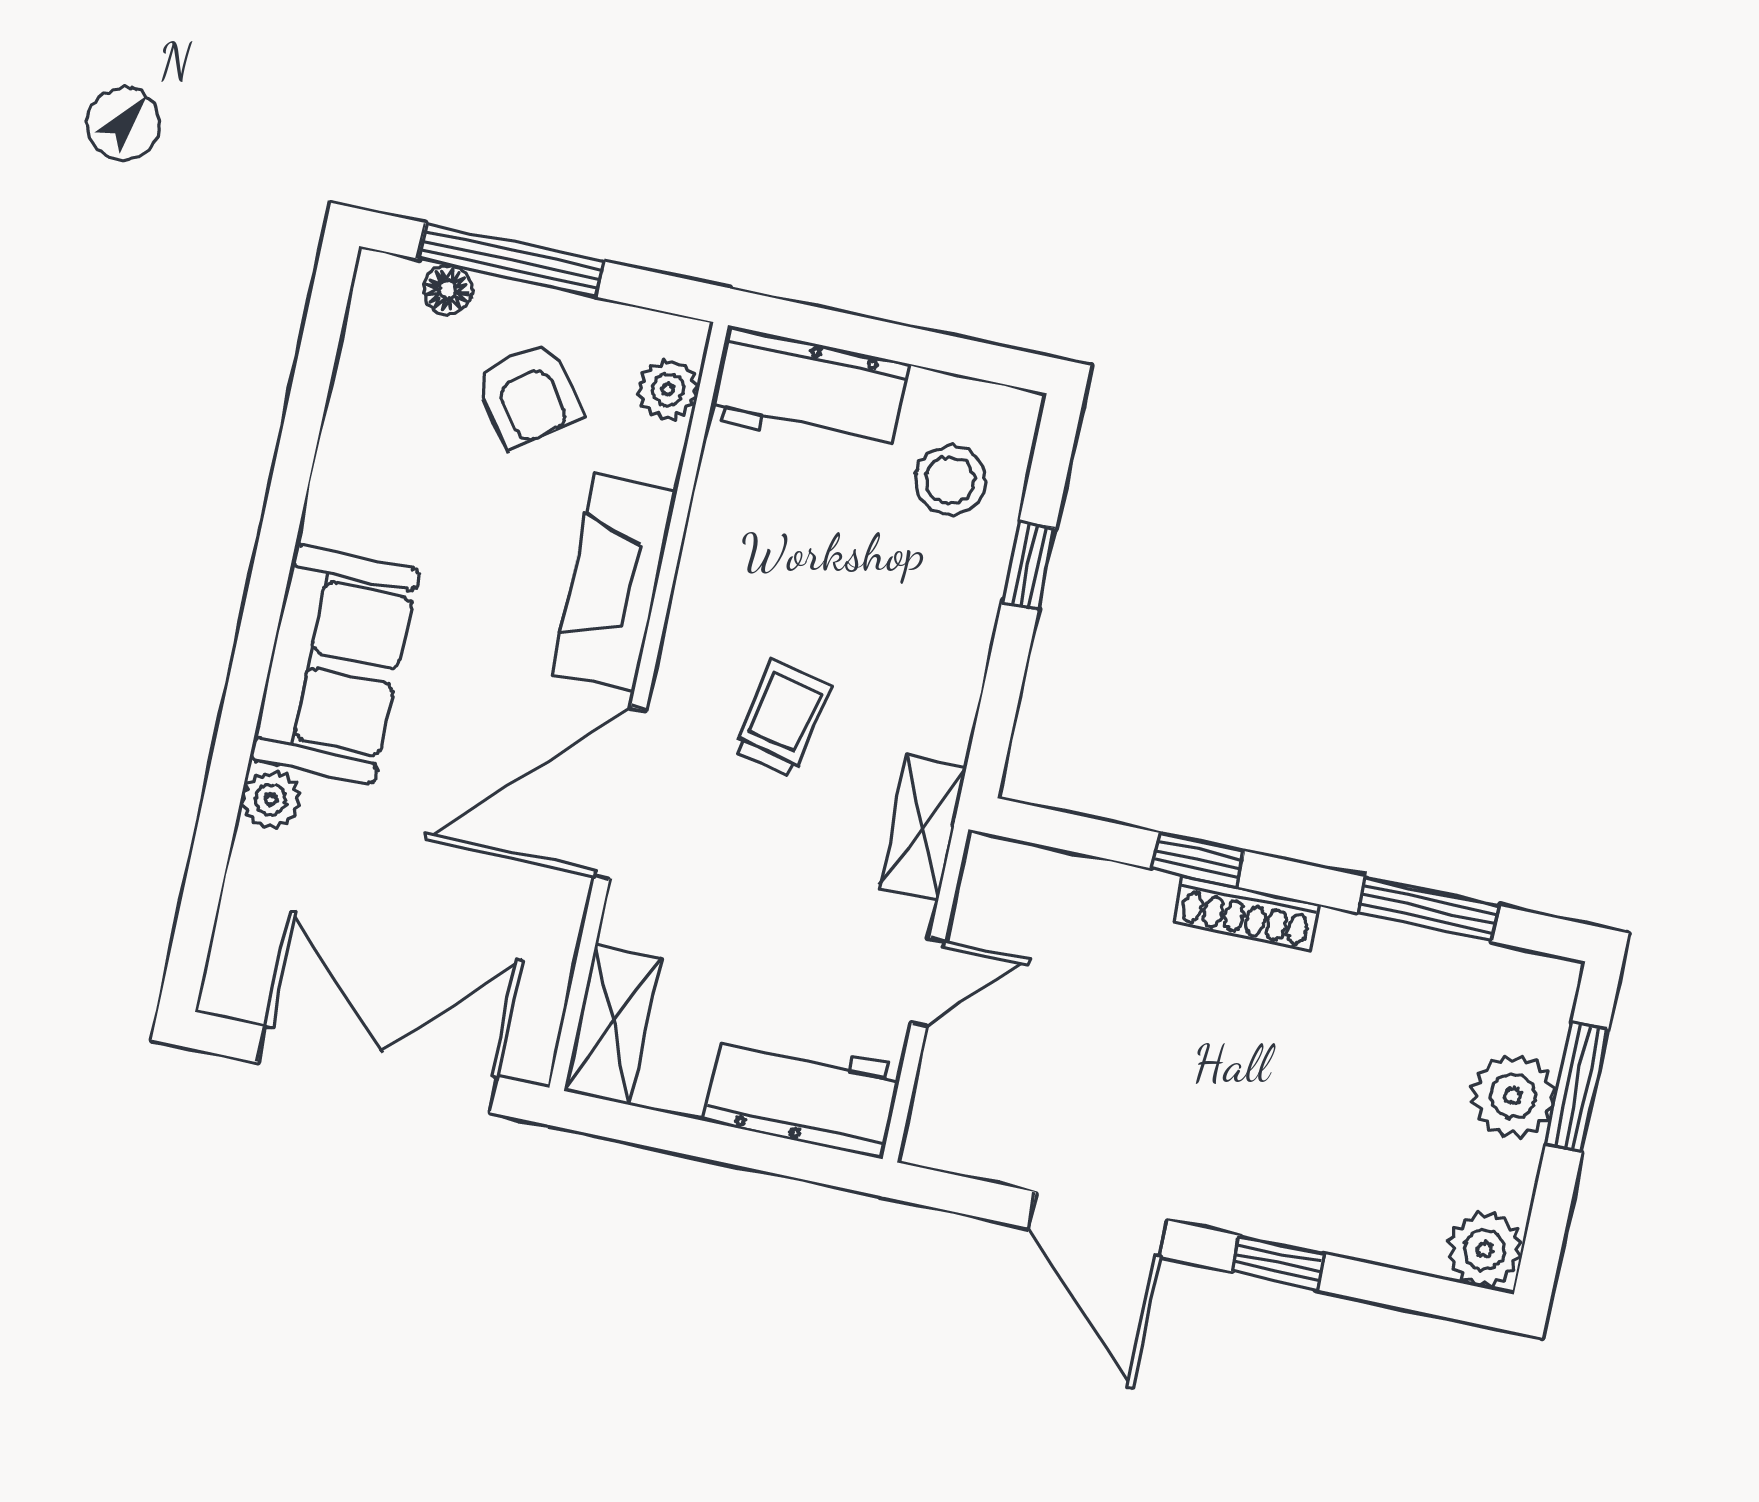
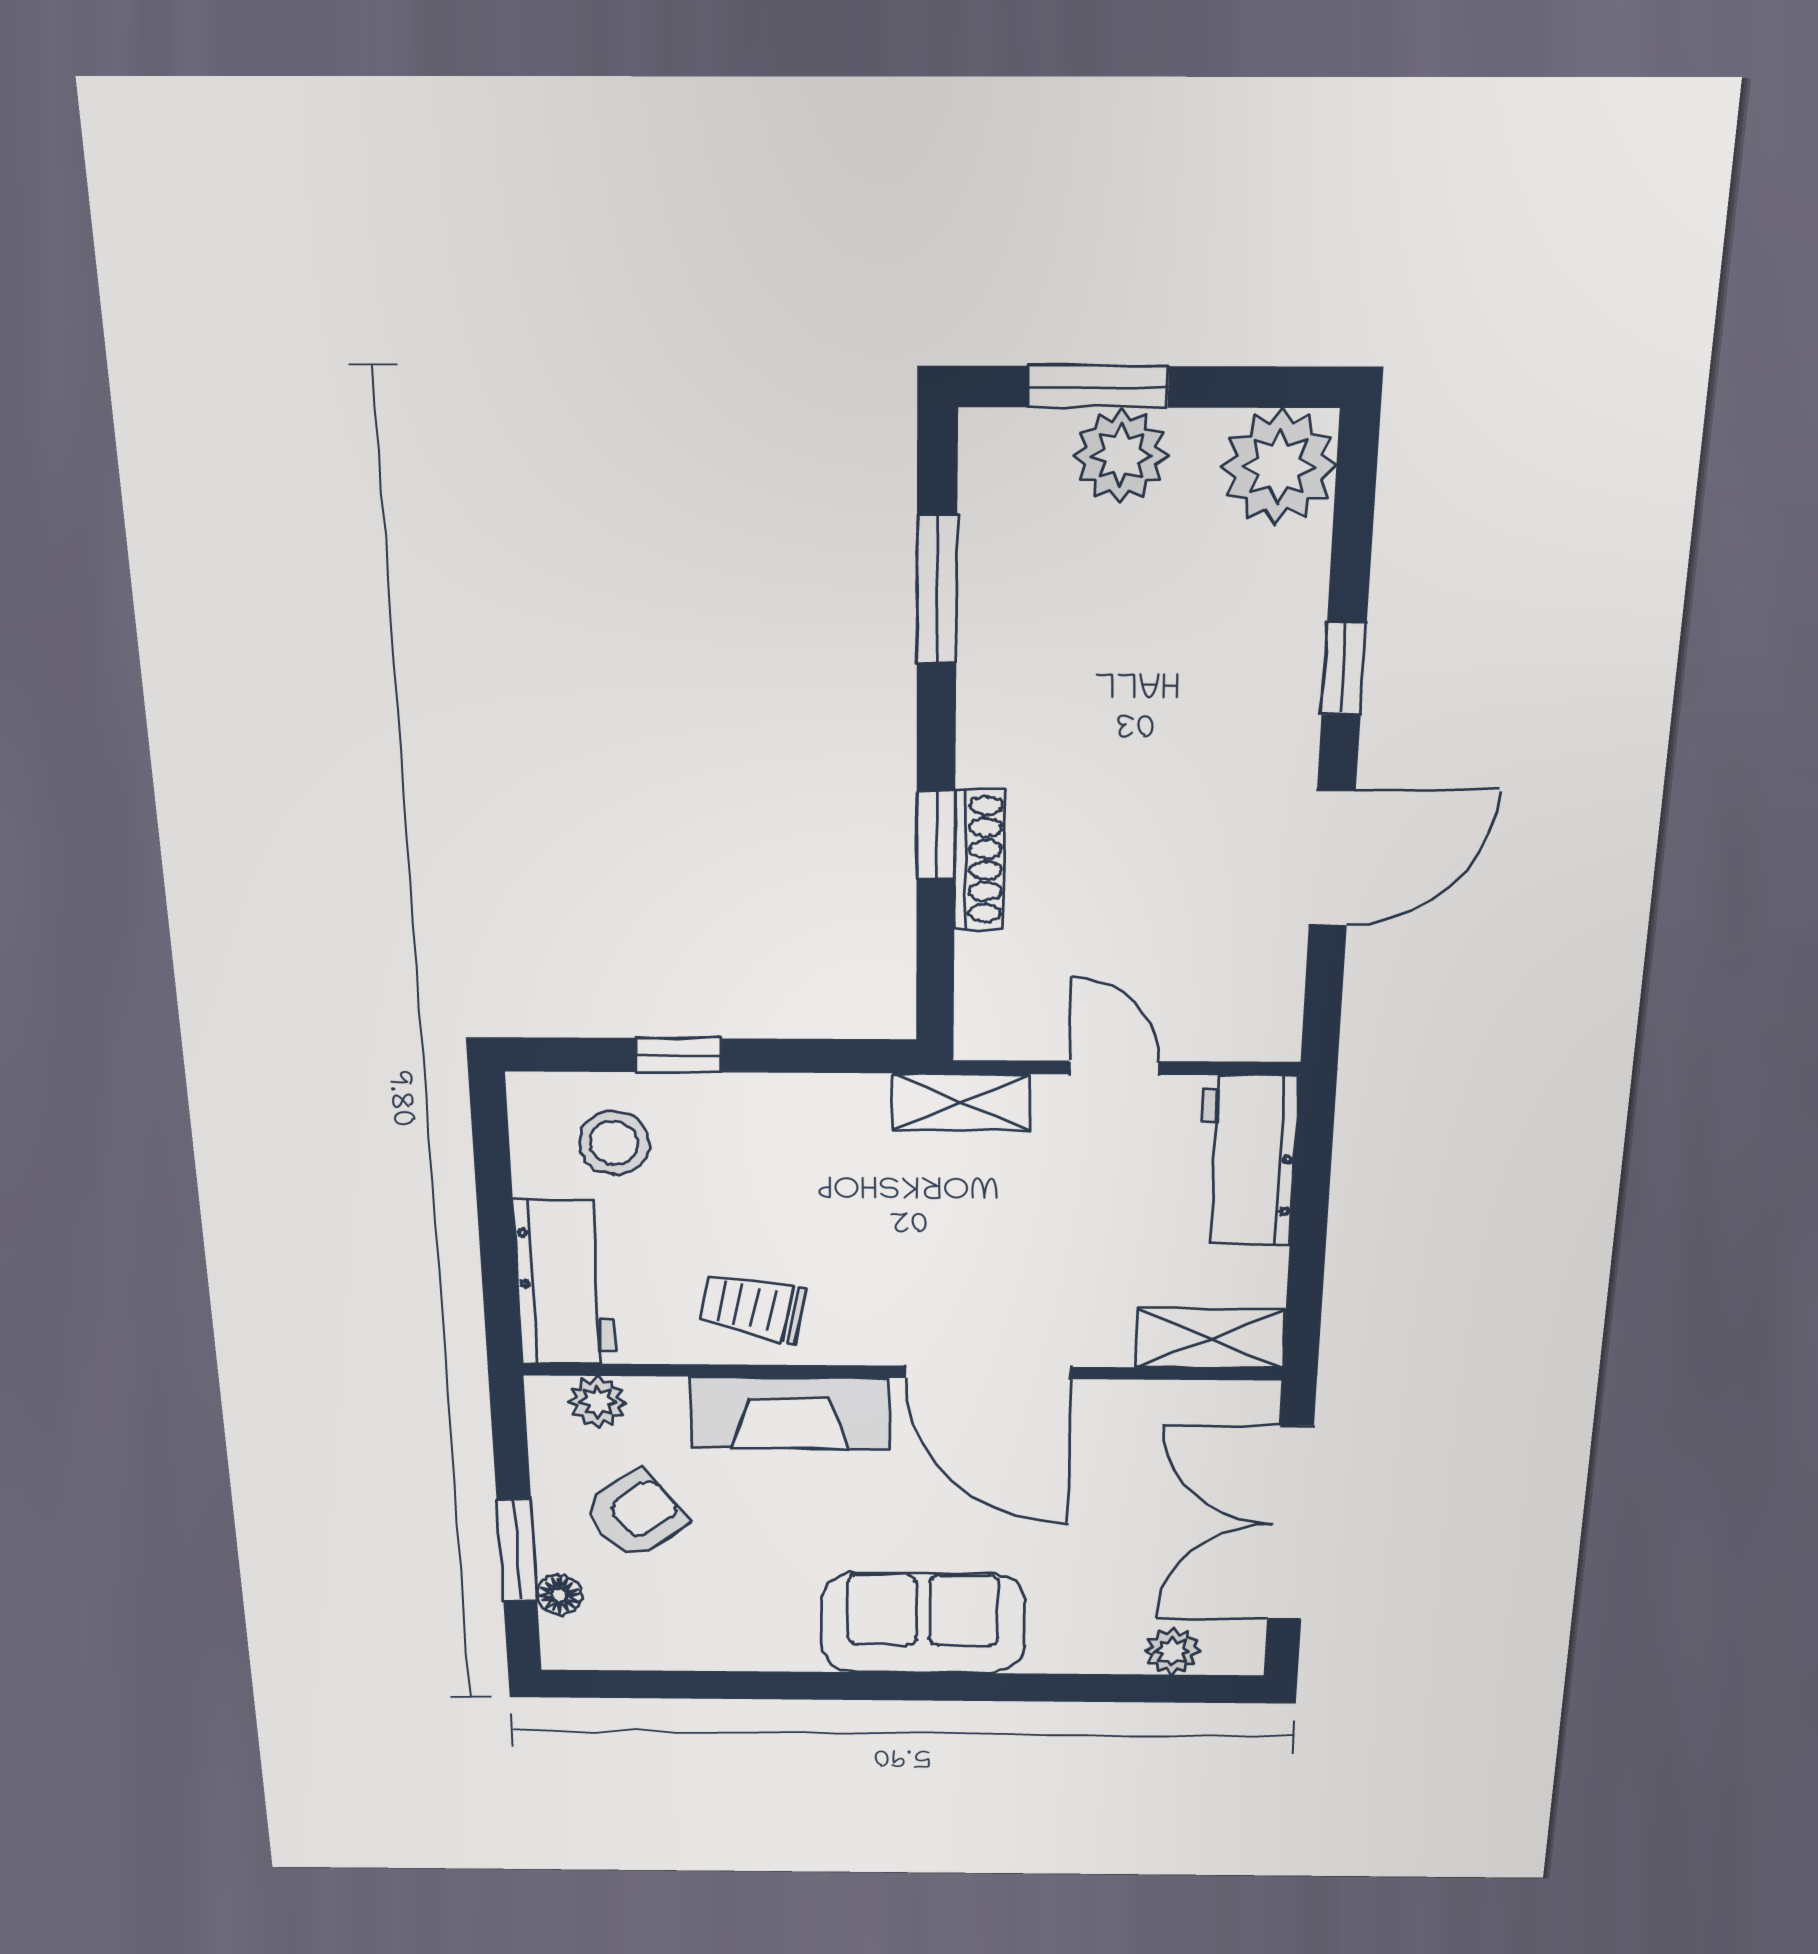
window: (511, 260) -> (517, 1550), width x0.69
trolley: (782, 719) -> (753, 1308), moved
plant: (271, 799) -> (1172, 1652), moved
shoe rack: (1246, 913) -> (980, 860), moved
plant: (1485, 1249) -> (1279, 467), width x1.36, depth x1.36

